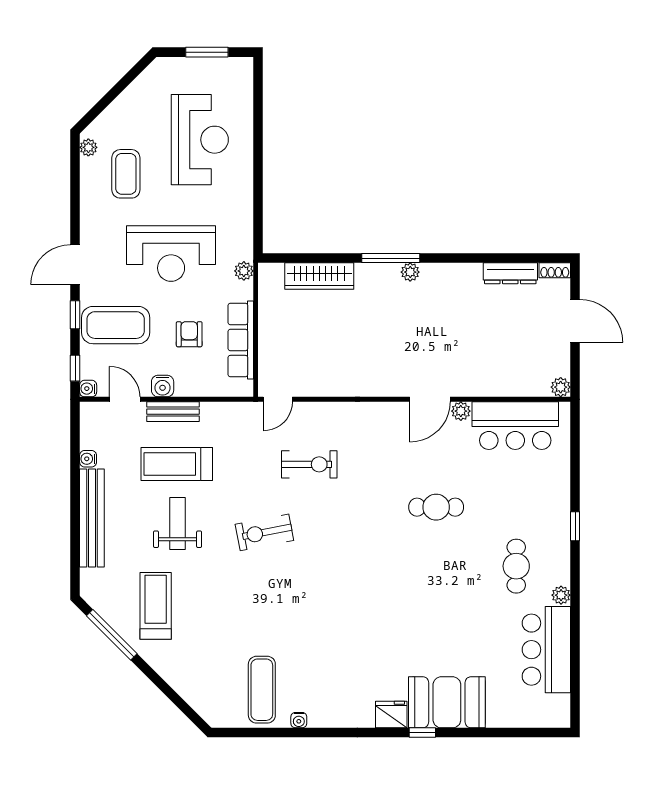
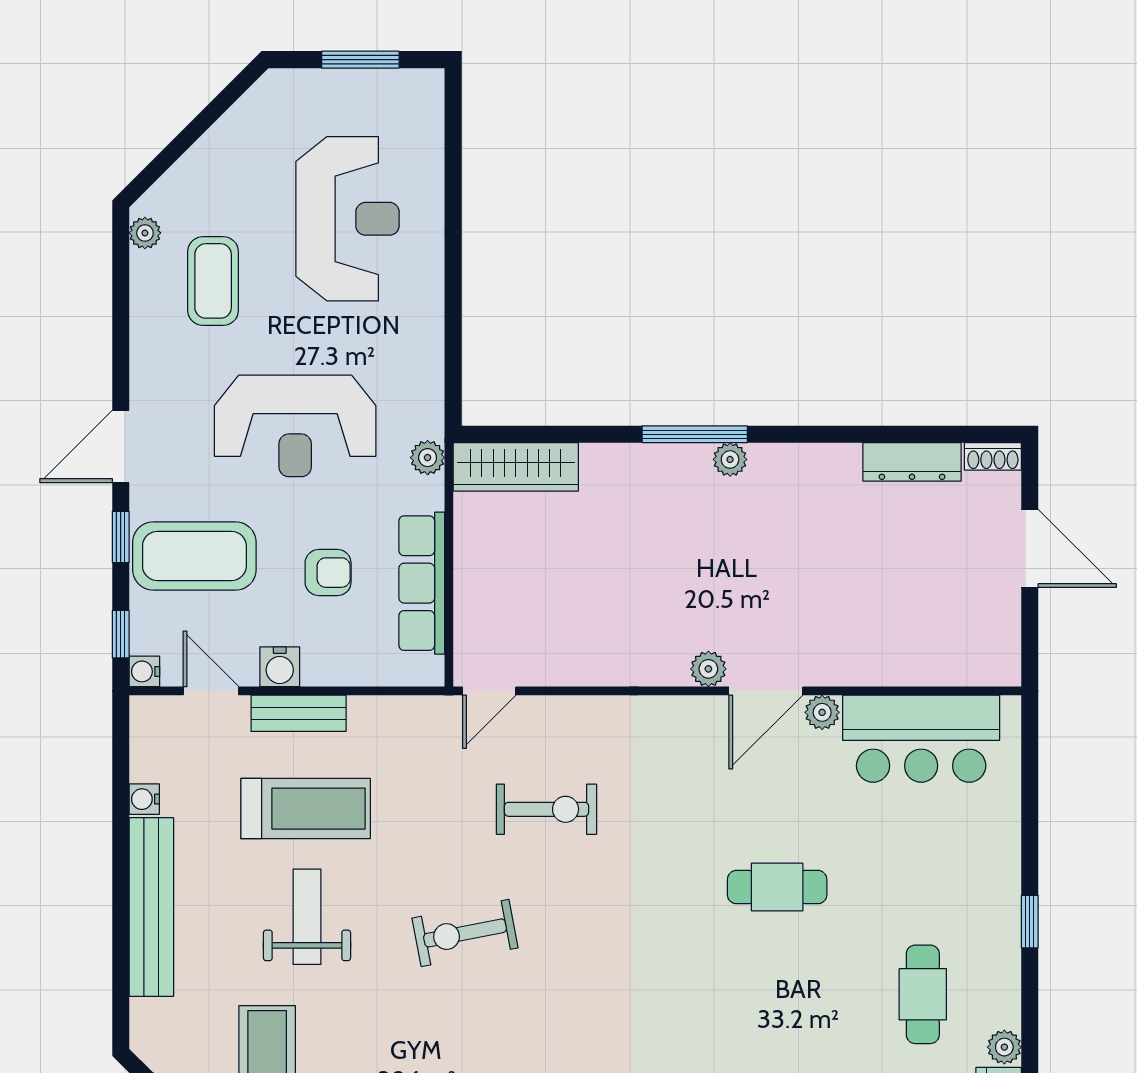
wardrobe: (319, 276) -> (516, 467), moved
armchair: (189, 334) -> (328, 573), turned 90
plant: (561, 387) -> (708, 669), moved
treadmill: (177, 464) -> (306, 809), turned 180

